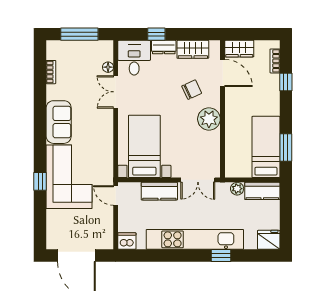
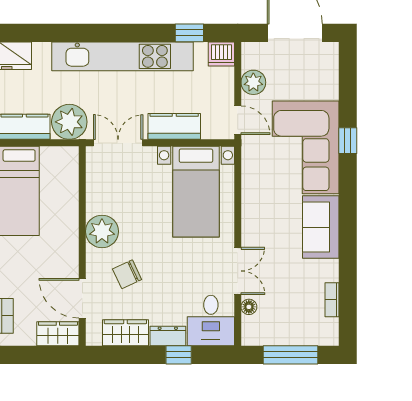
plant: (237, 189) -> (69, 122), width x1.88, depth x1.88
plant: (105, 221) -> (253, 82), added
window: (221, 255) -> (189, 33), moved

